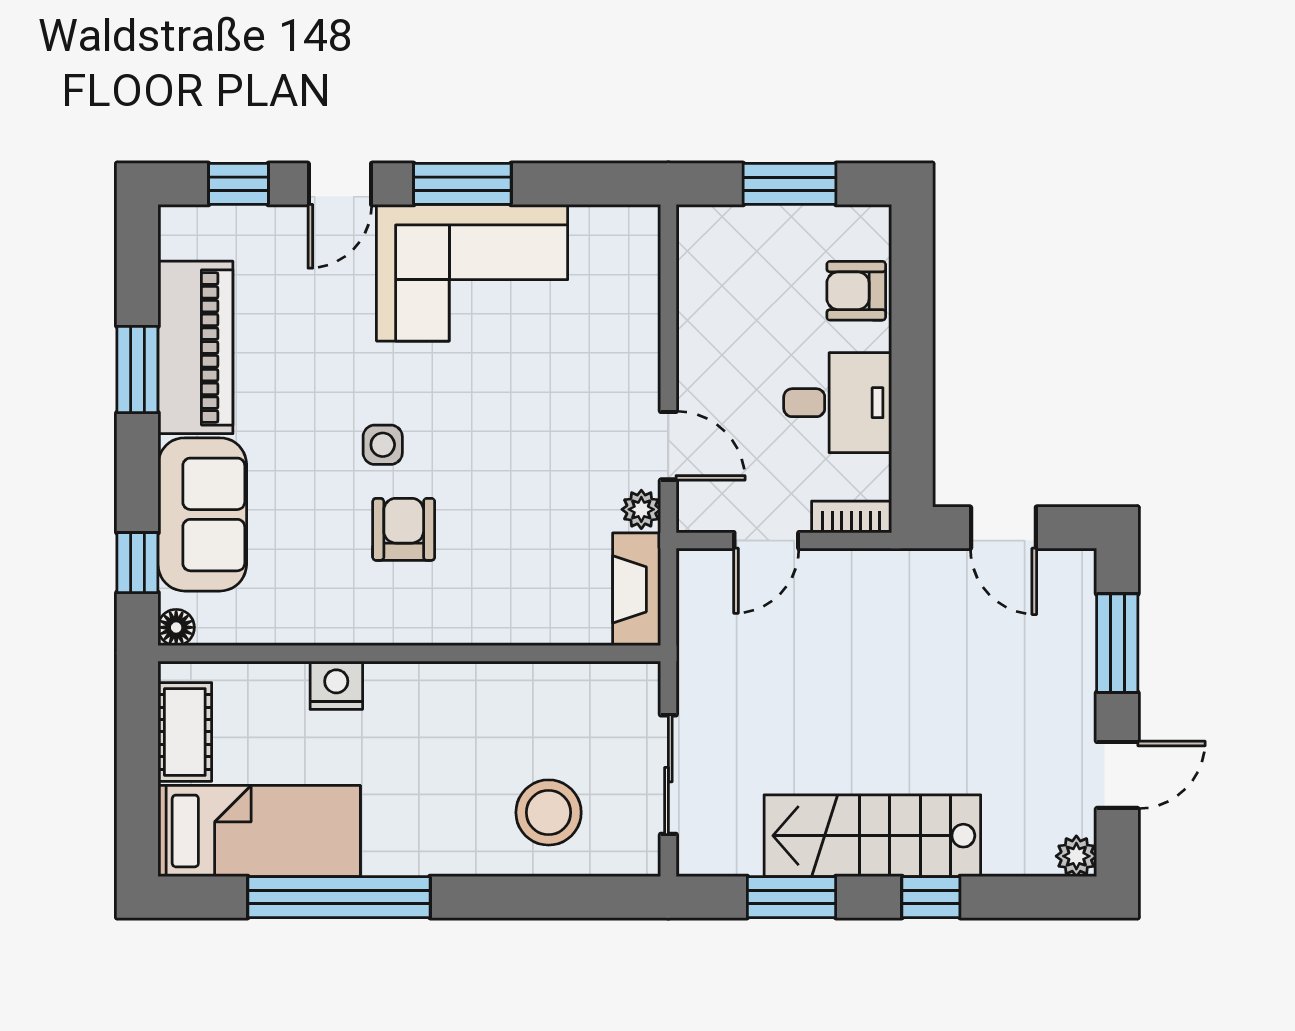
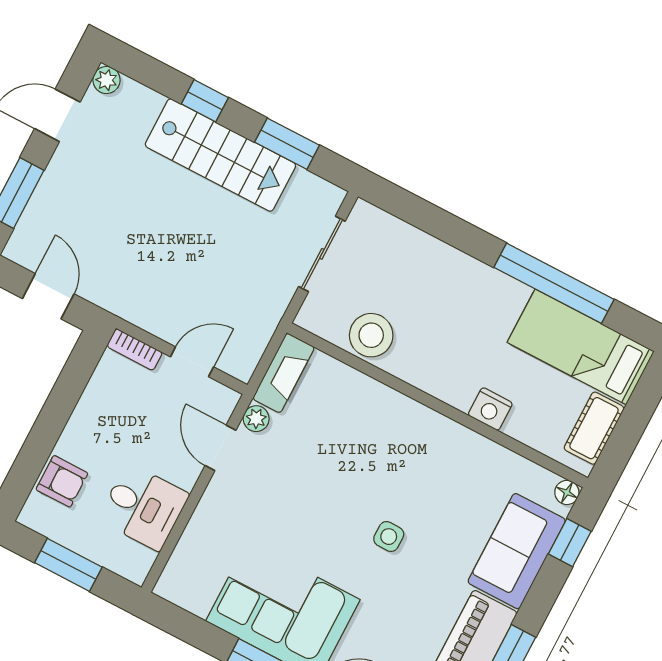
desk: (838, 403) -> (143, 507), moved, turned 180
armchair: (404, 529) -> (402, 480), removed
stool: (549, 812) -> (371, 335), moved

